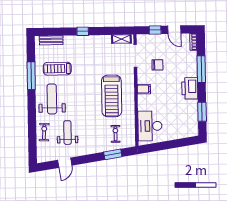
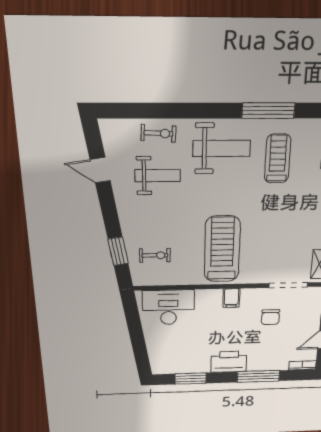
treadmill: (112, 96) -> (222, 249), turned 90

